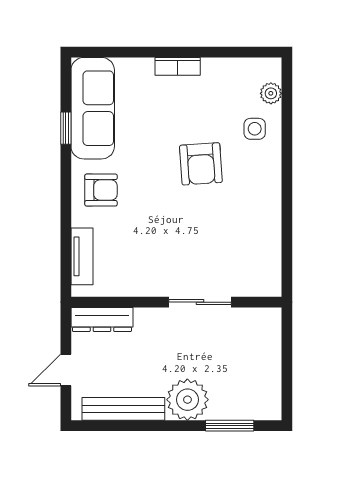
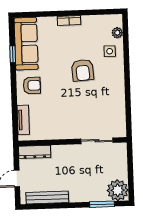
sliding door: (200, 302) -> (97, 141), moved
plant: (187, 400) -> (118, 190), moved

